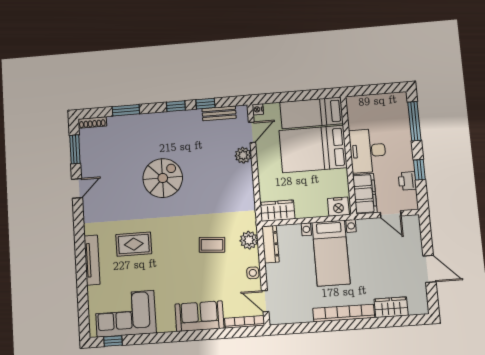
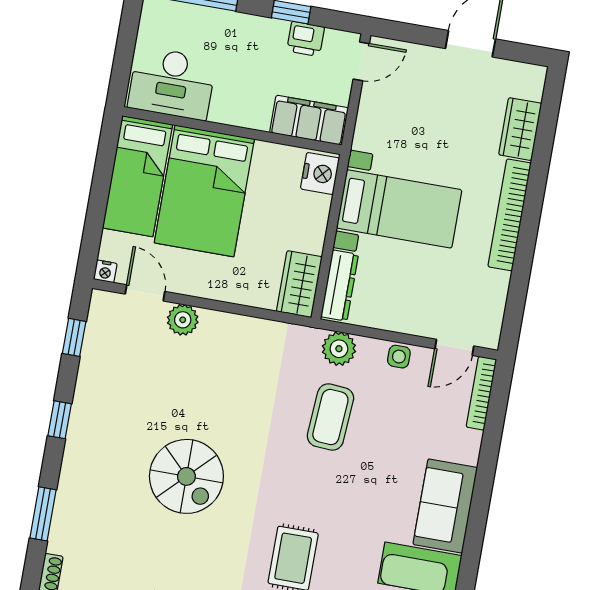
window: (205, 104) -> (74, 337), moved
bench: (219, 113) -> (94, 344), removed
desk: (368, 151) -> (172, 83), moved
spiral stairs: (163, 178) -> (186, 476), turned 180
door: (391, 214) -> (361, 61), moved
dresser: (270, 244) -> (340, 286), moved, turned 90
coffee table: (212, 245) -> (330, 417), width x1.36, depth x1.30
sofa: (199, 316) -> (445, 506), moved

